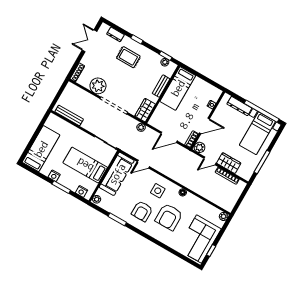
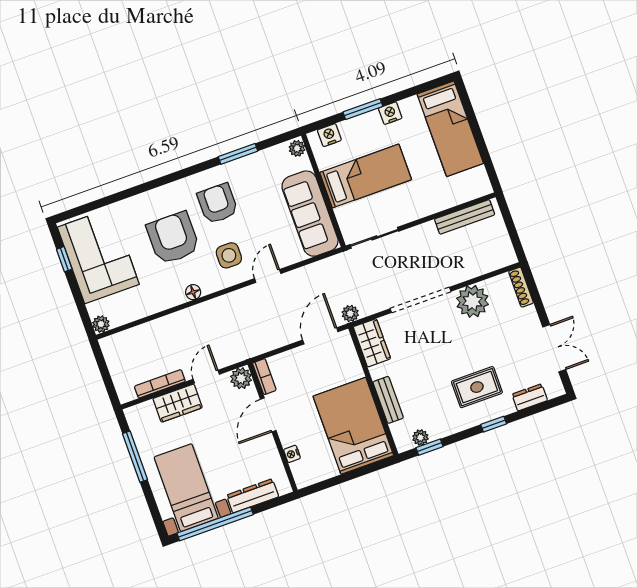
bed: (178, 88) -> (353, 426), width x1.50
door: (169, 137) -> (320, 336), moved
door: (143, 164) -> (268, 276), moved

